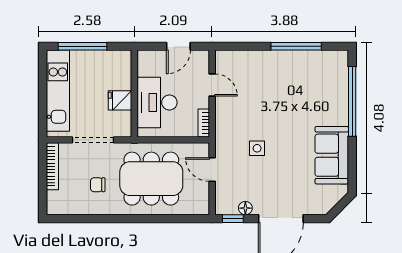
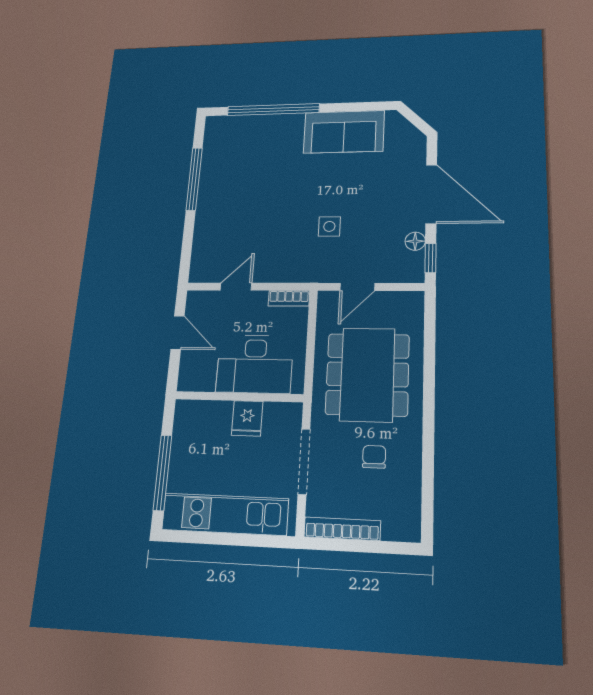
chair: (98, 185) -> (374, 457), turned 180

